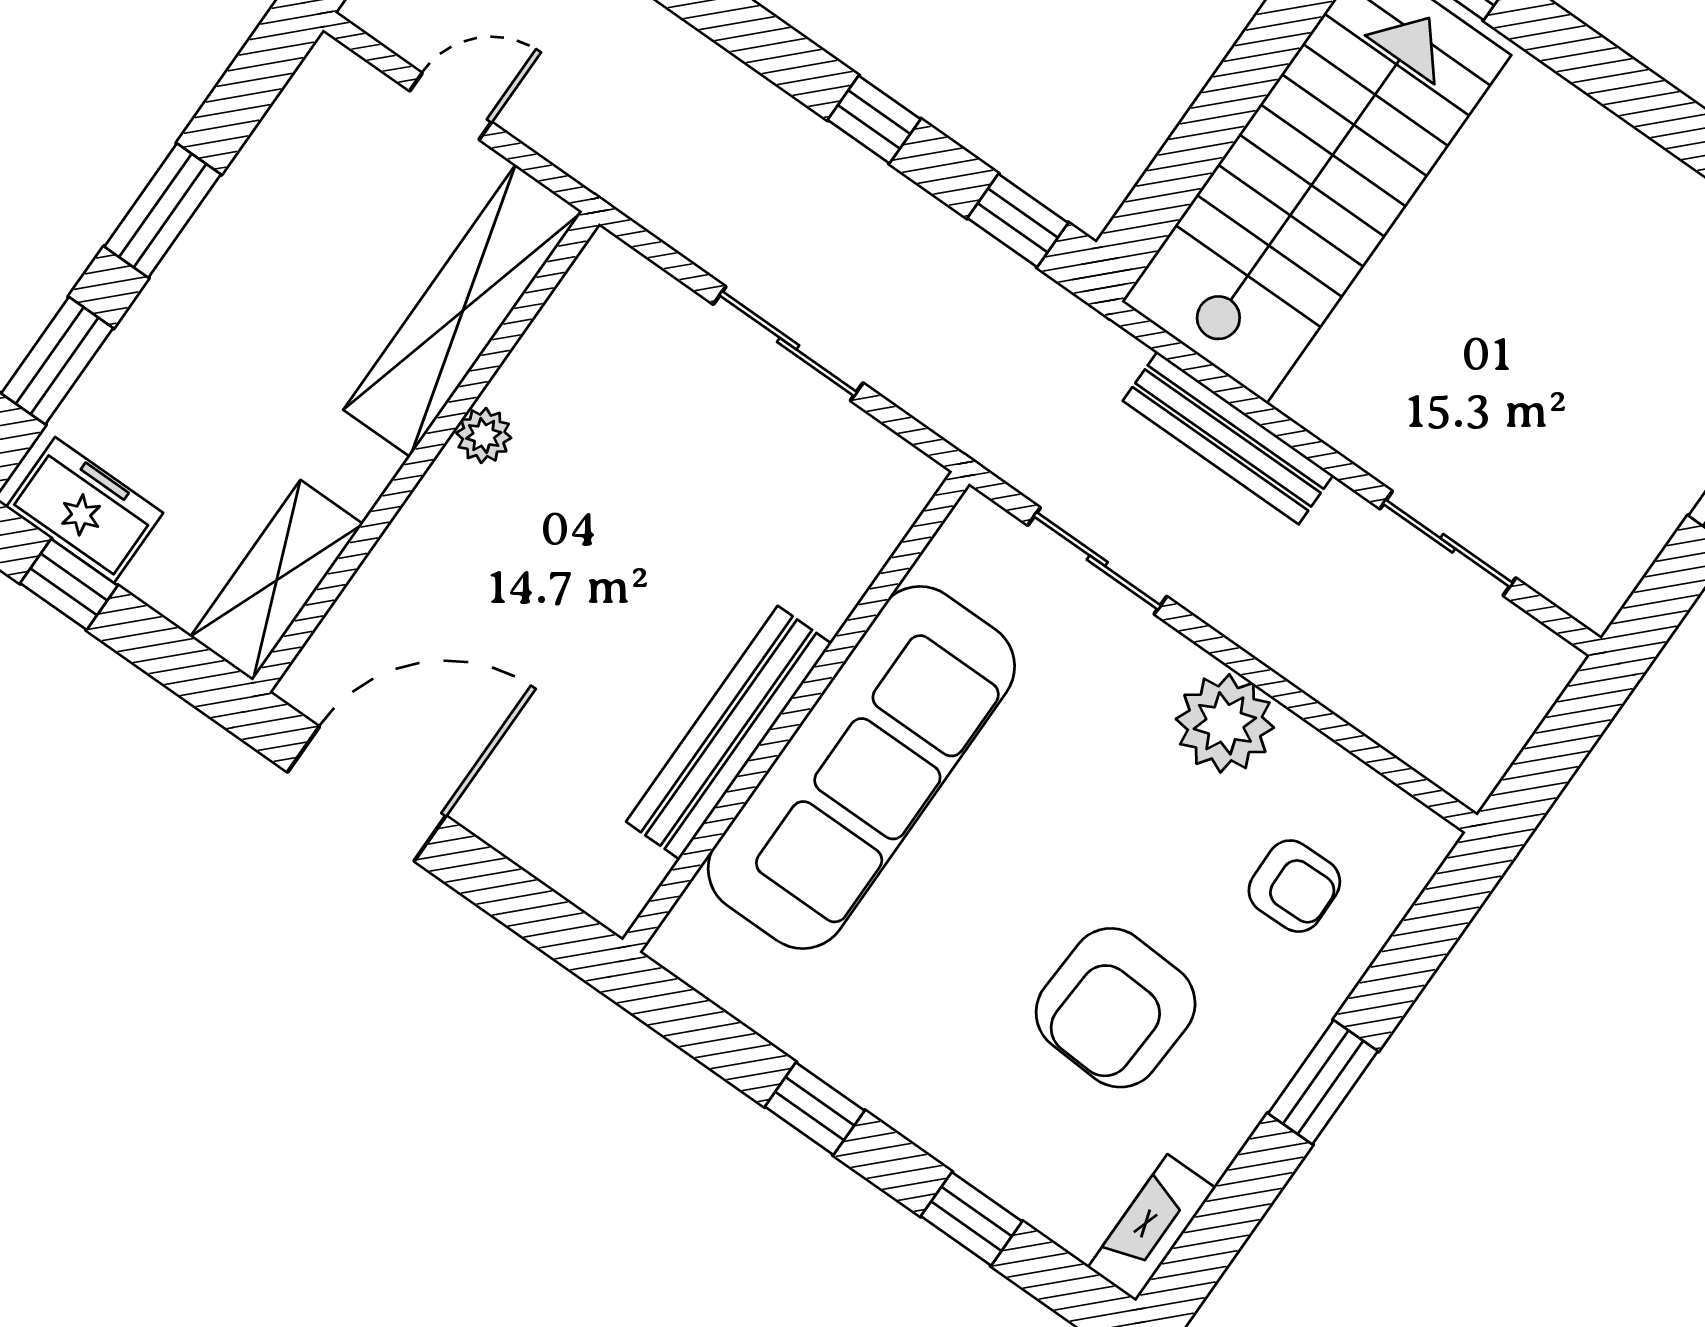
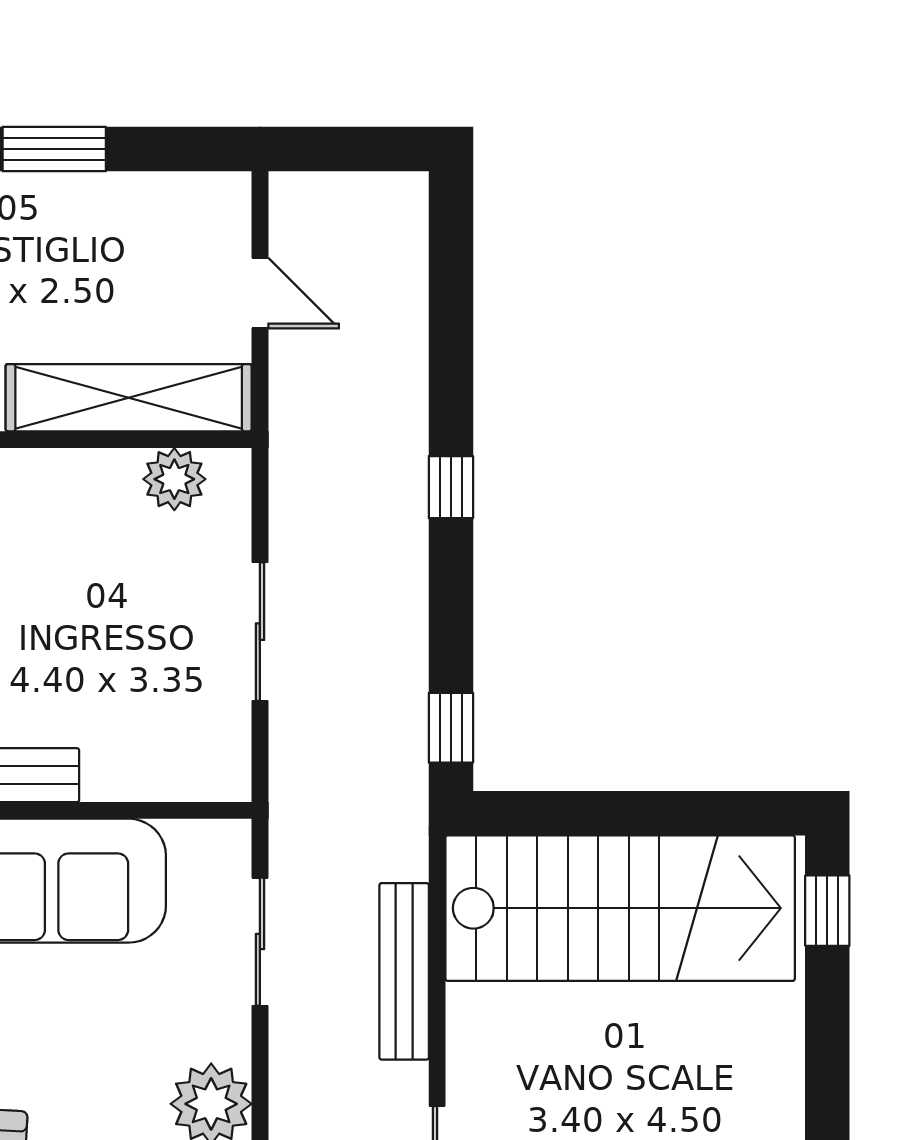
window: (874, 119) -> (451, 487), moved
plant: (484, 435) -> (174, 479), moved, width x1.38, depth x1.38

